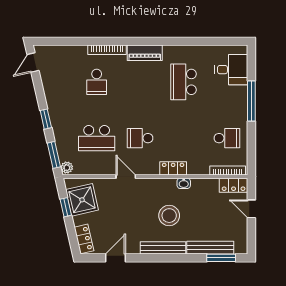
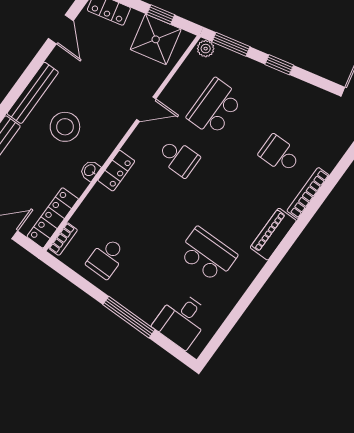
school desk: (140, 138) -> (179, 158), turned 90
bookcase: (228, 170) -> (63, 239), width x0.64
locker: (234, 185) -> (53, 218), width x1.53

